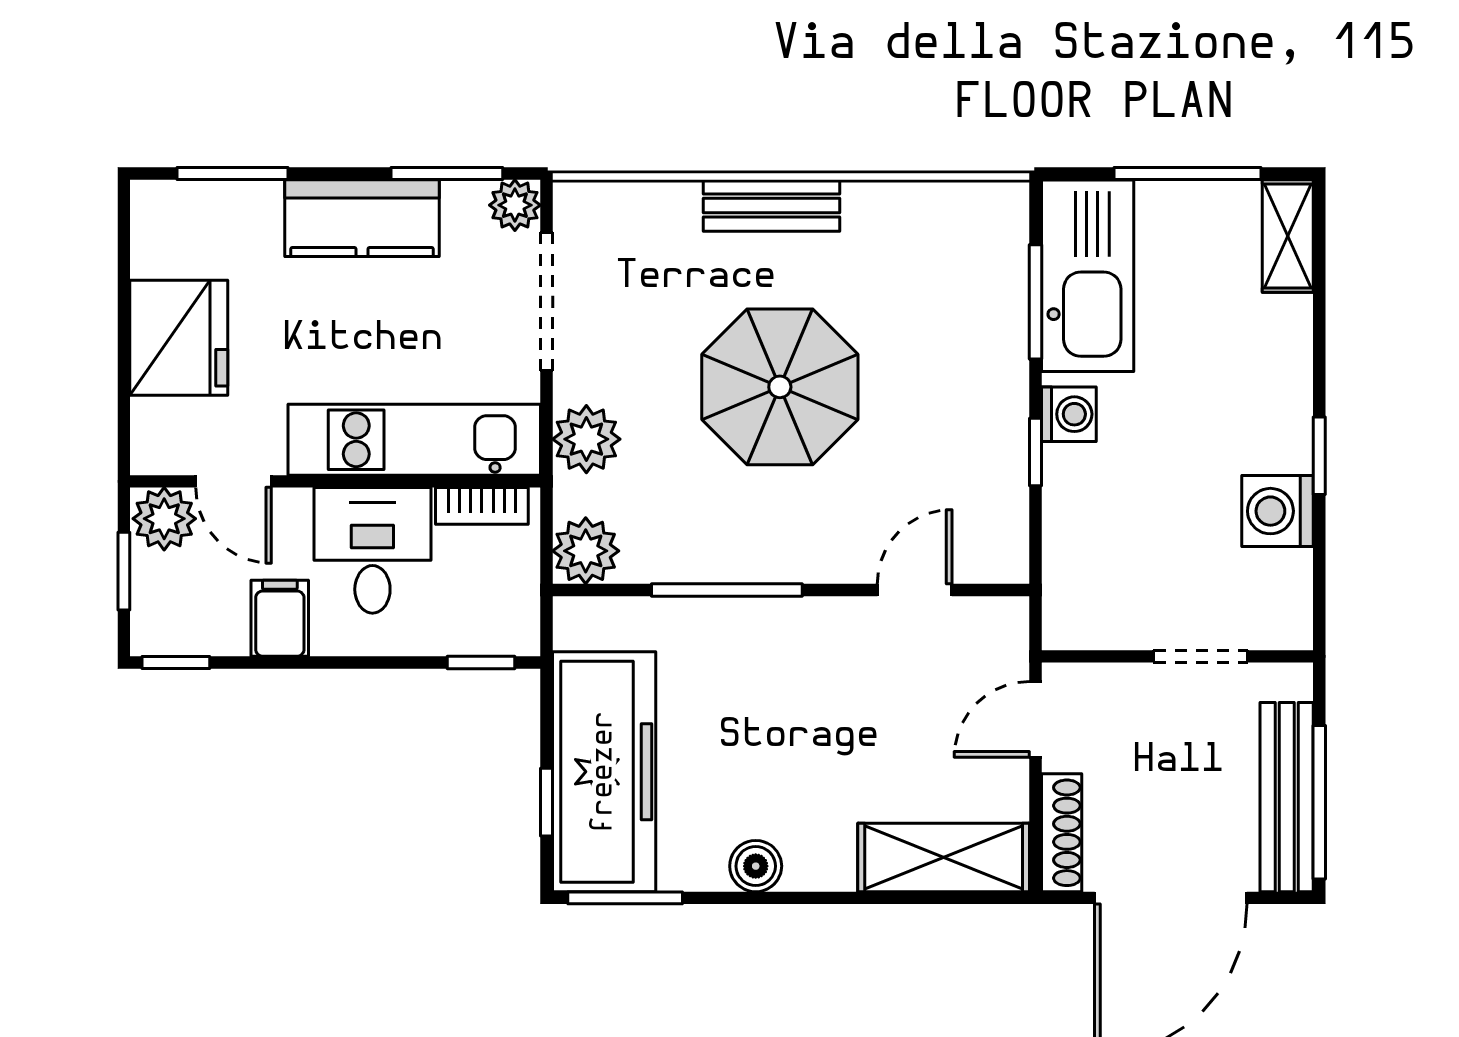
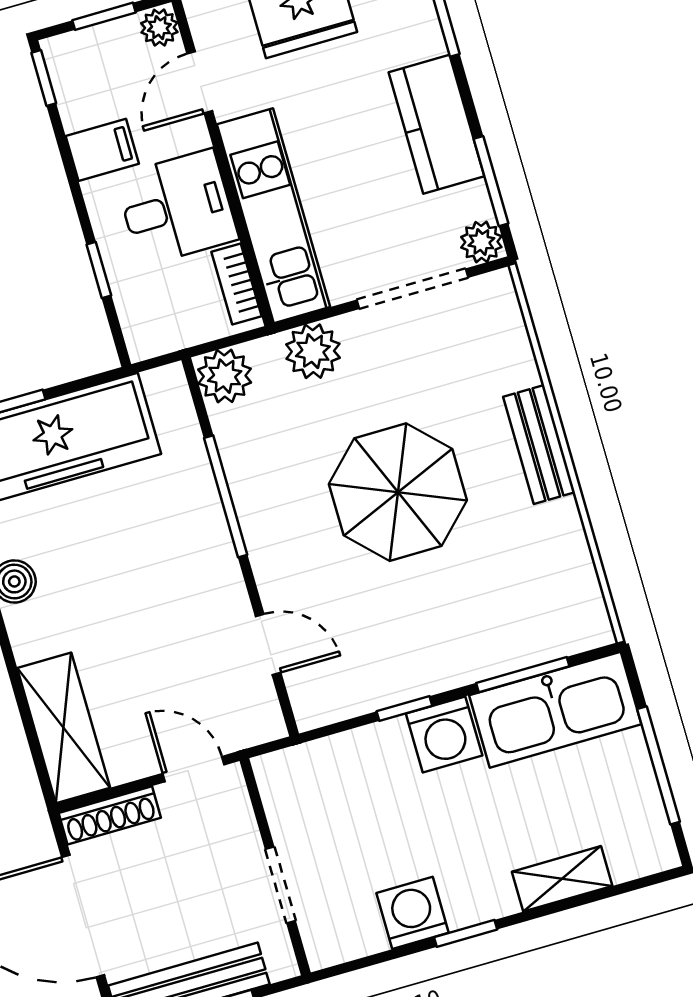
shelving: (1288, 236) -> (562, 879), moved
washing machine: (1069, 414) -> (444, 734), width x1.38, depth x1.38
plant: (164, 519) -> (159, 28), width x0.73, depth x0.73
window: (481, 662) -> (99, 270), moved

